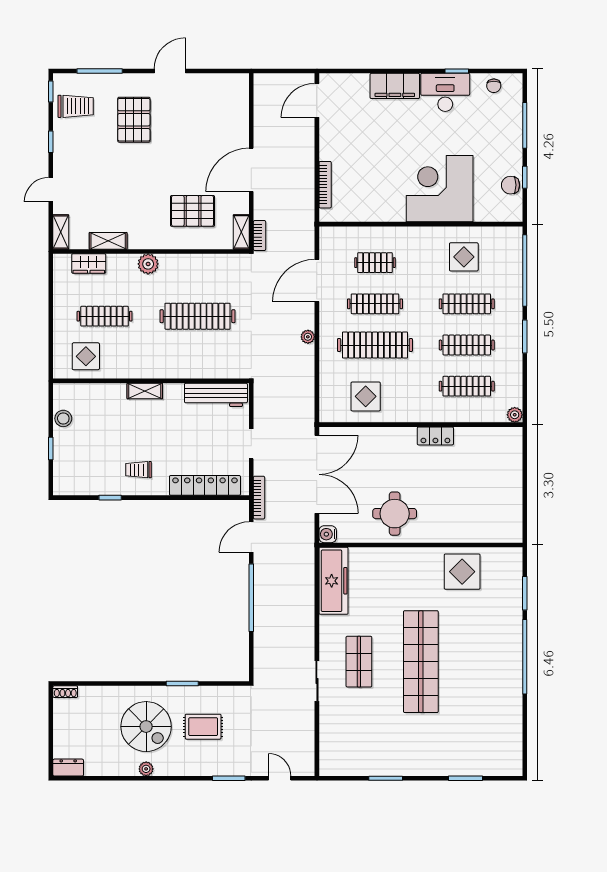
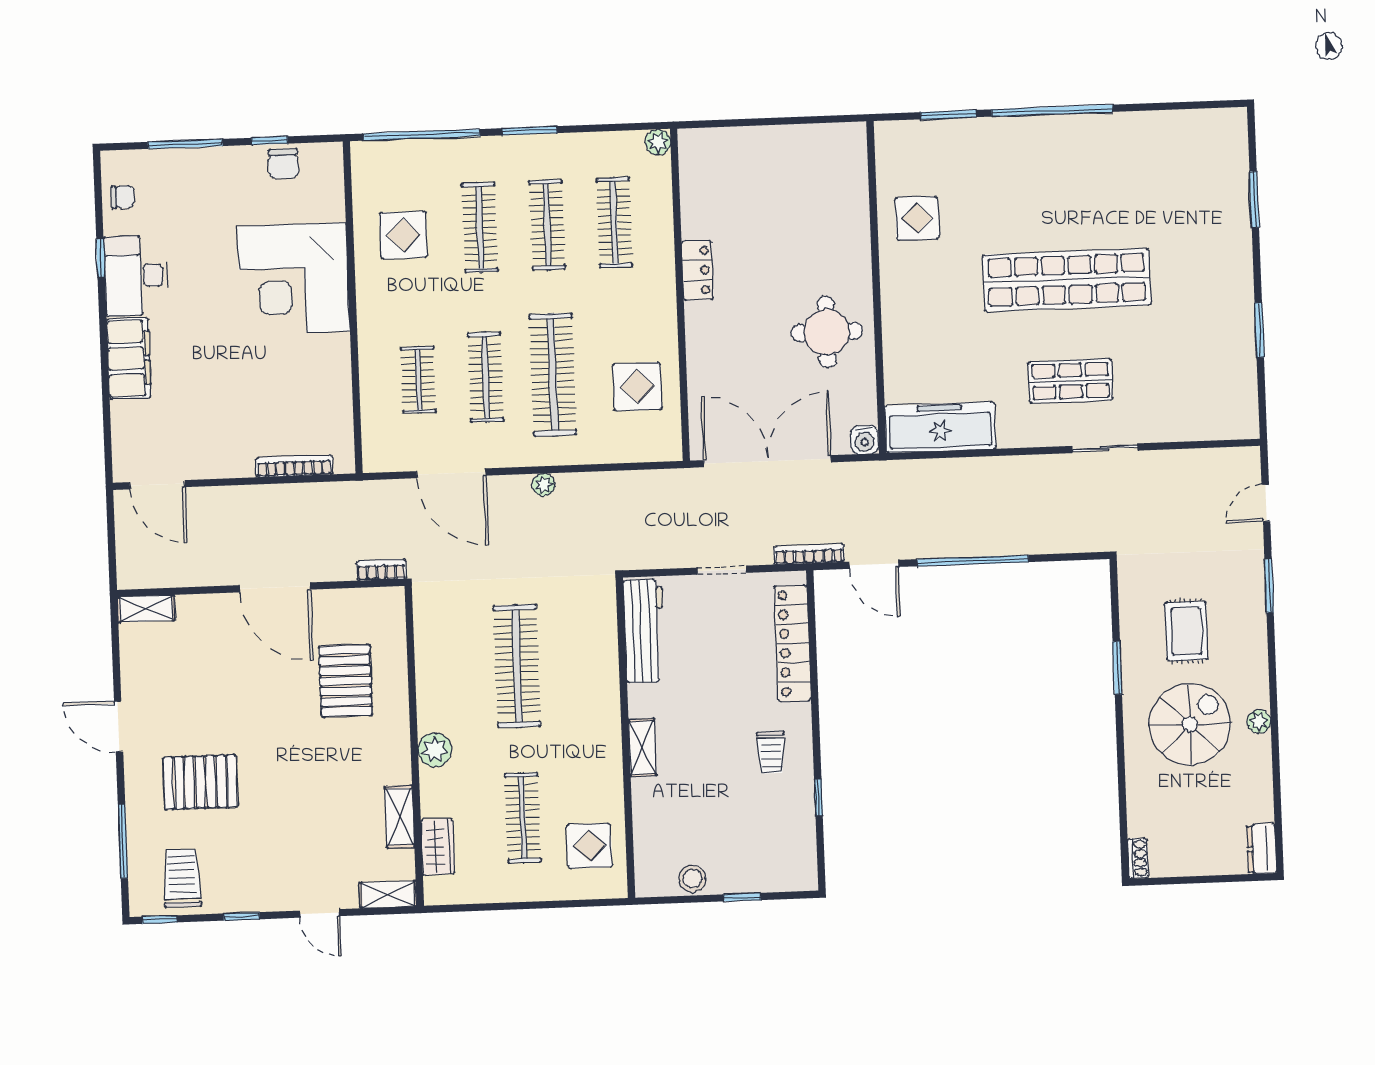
shelving: (241, 232) -> (146, 609), moved
display table: (462, 572) -> (917, 218), width x0.73, depth x0.73

